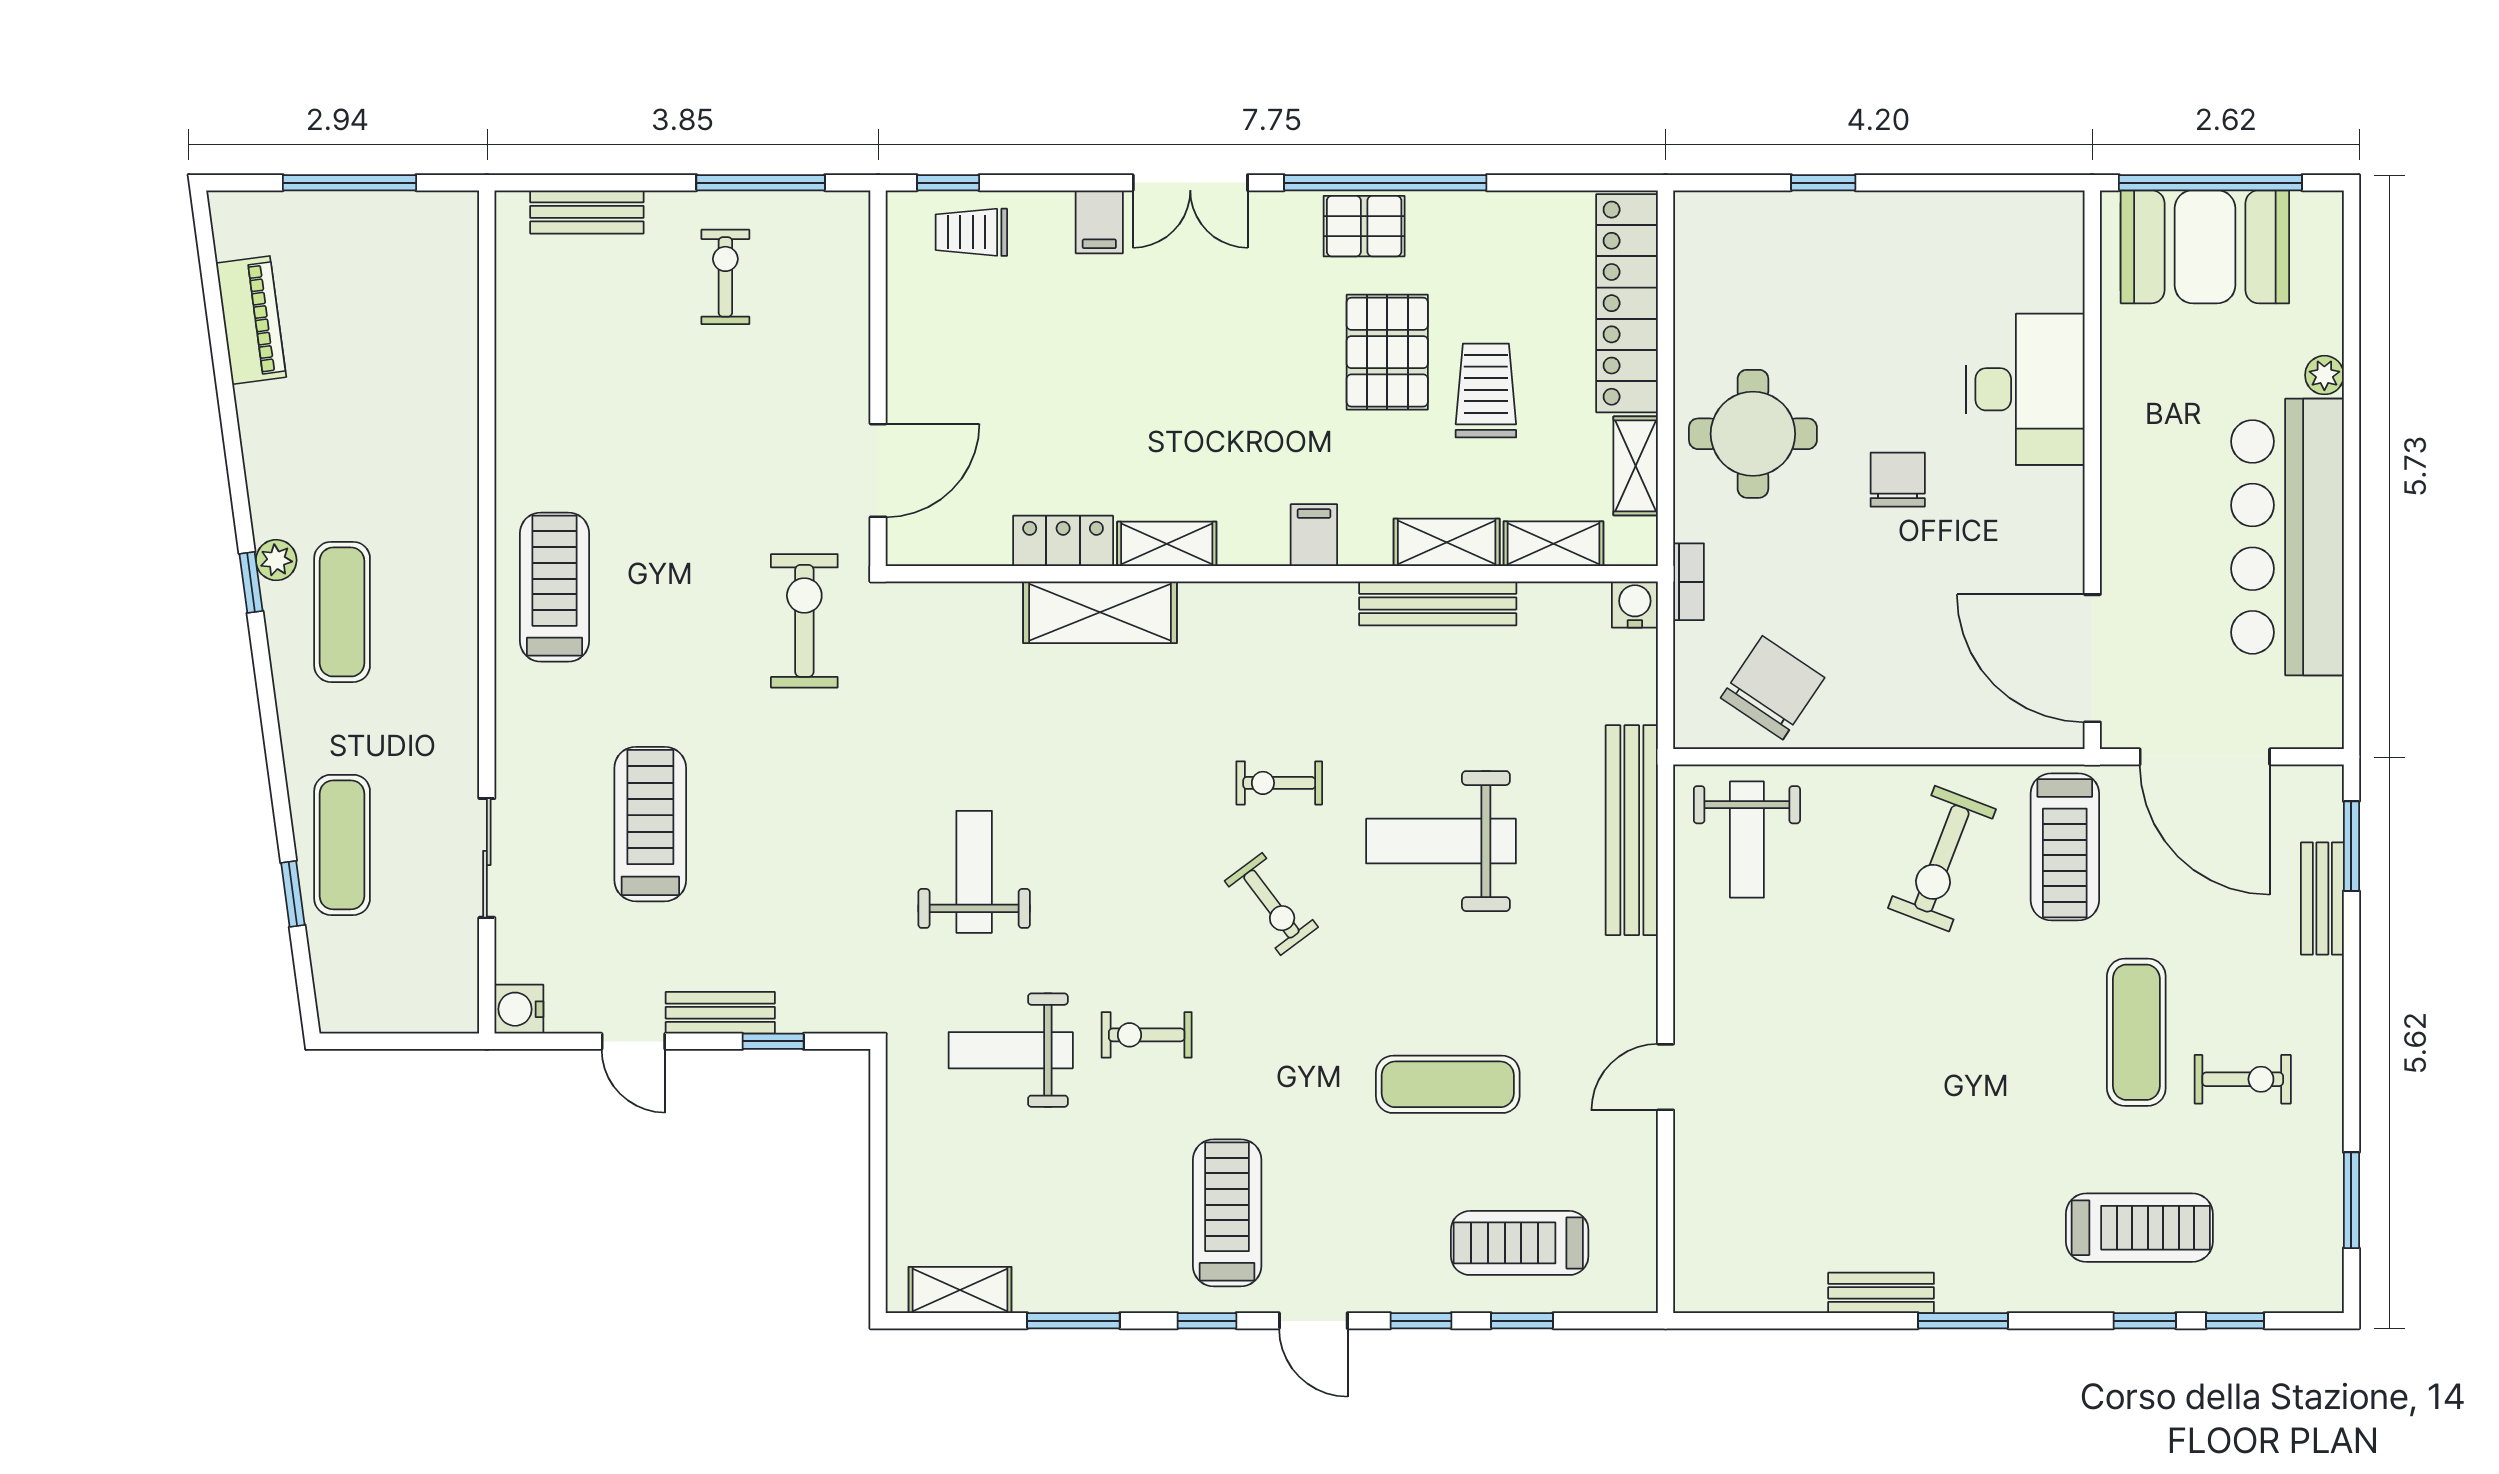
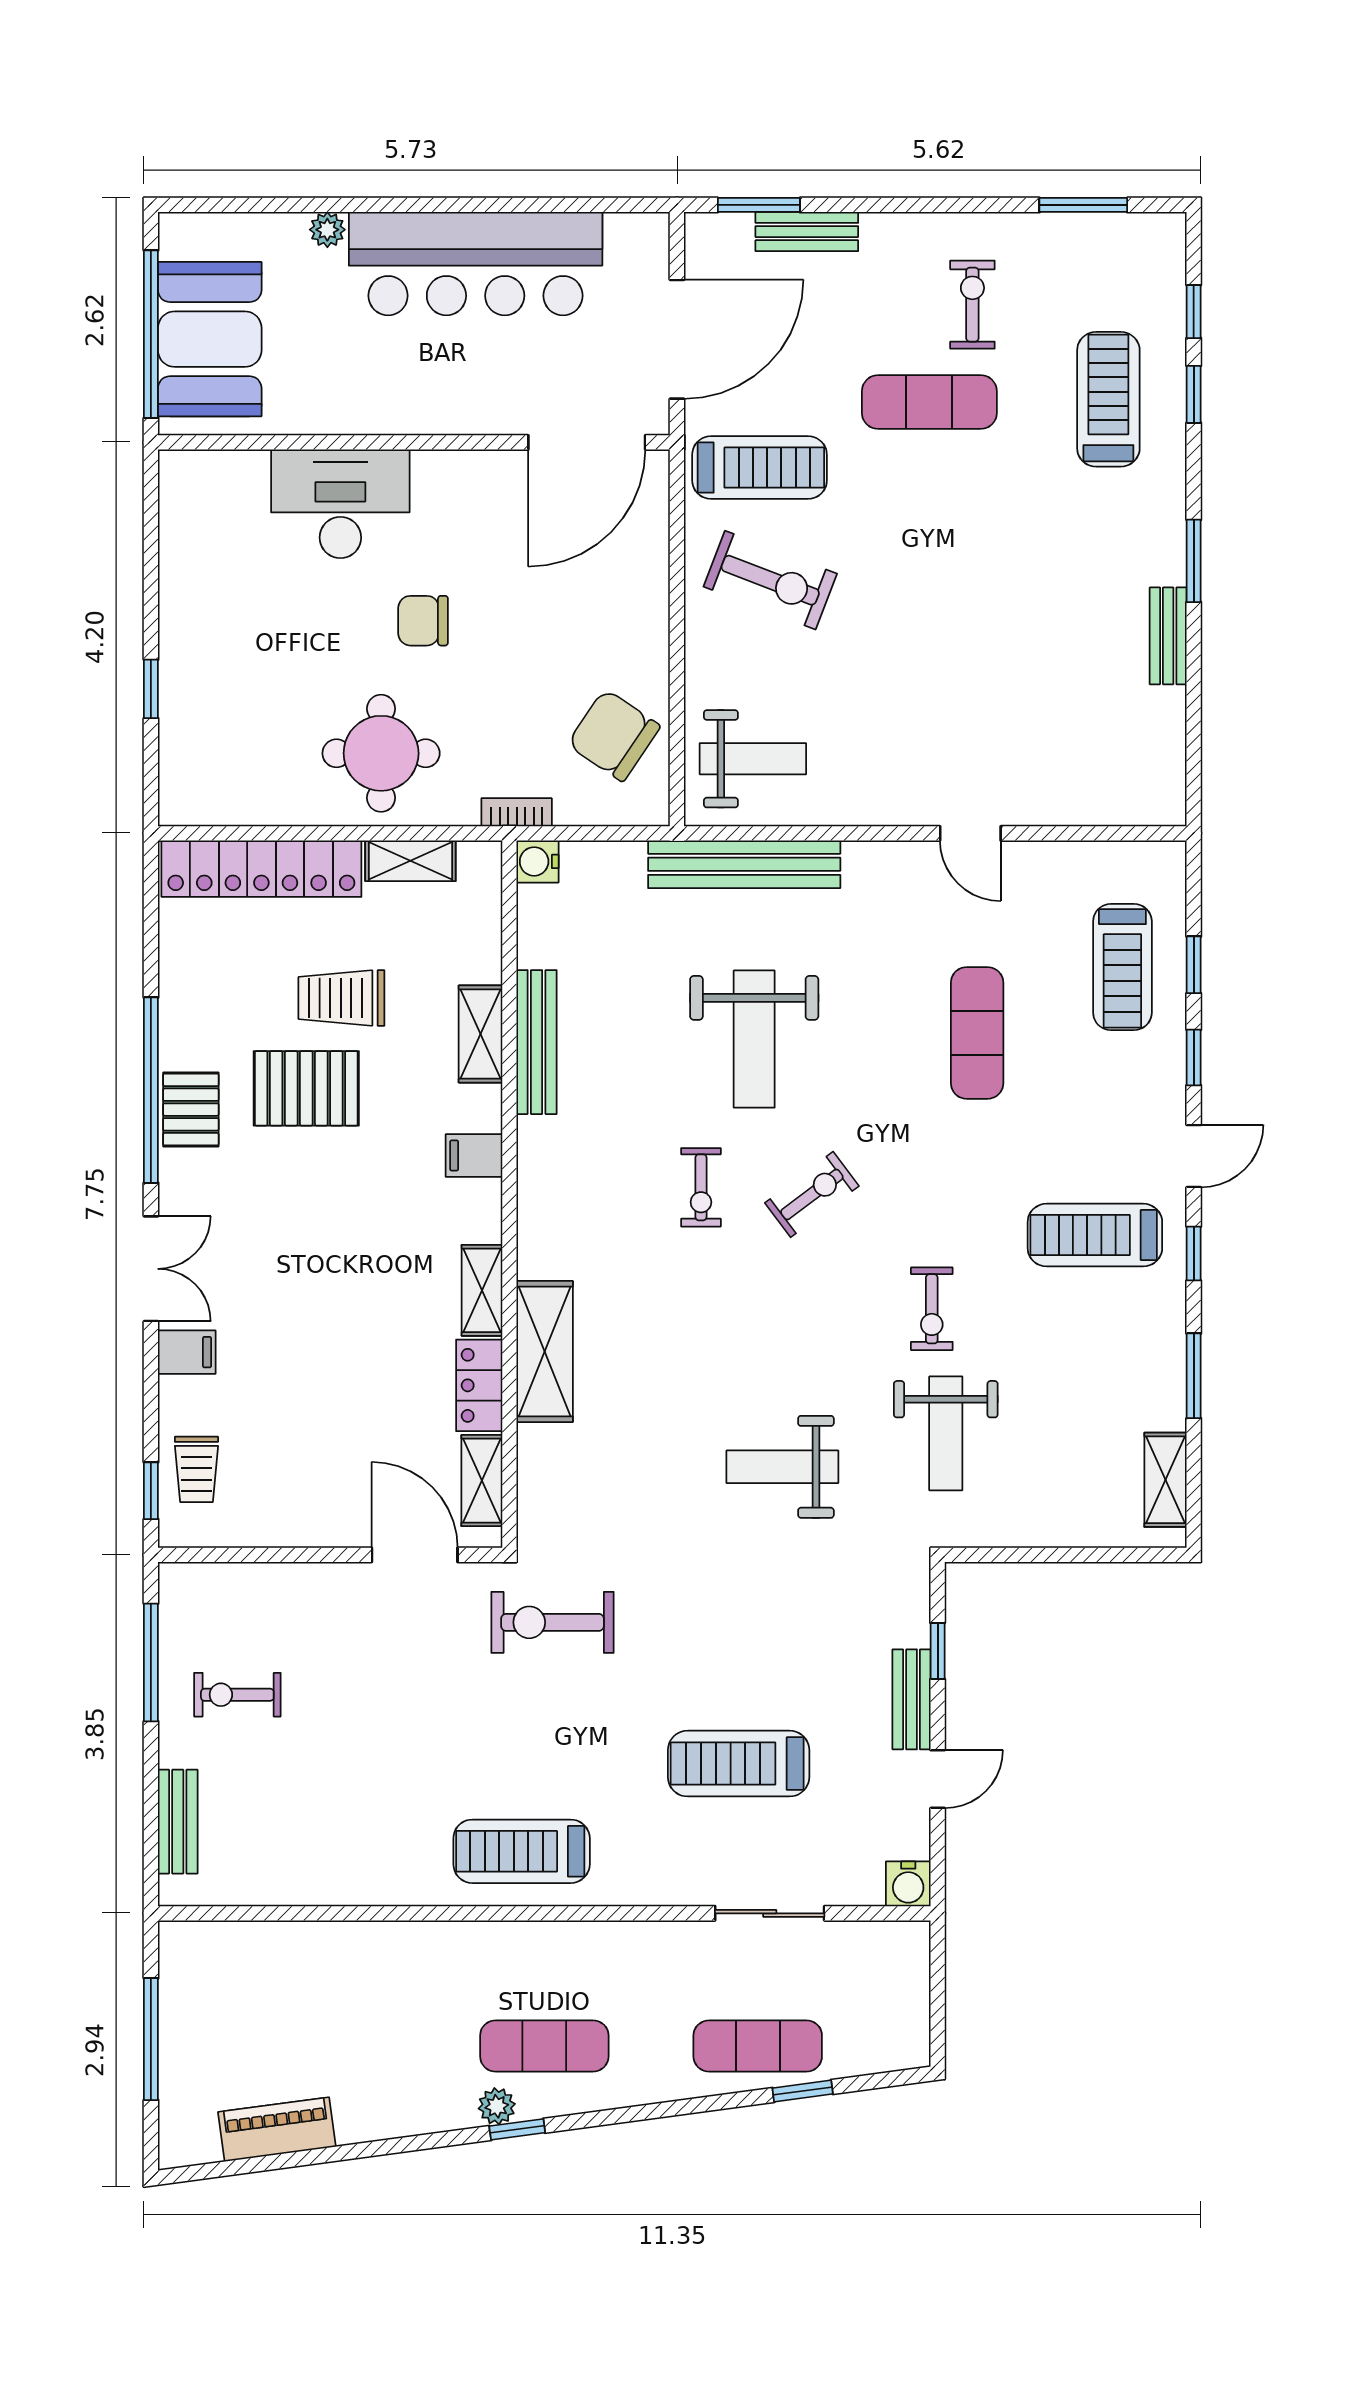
shelving: (1553, 544) -> (482, 1481), moved

